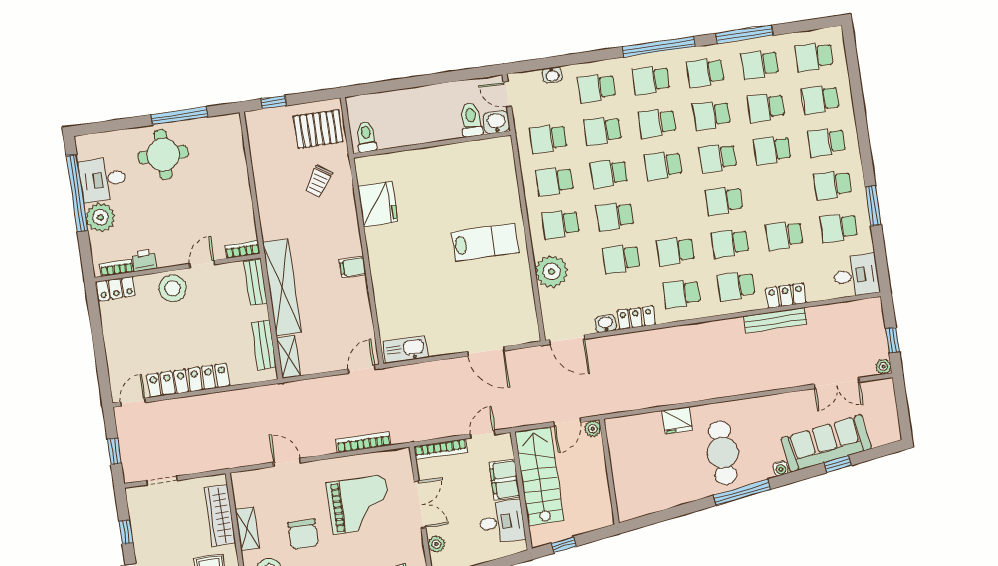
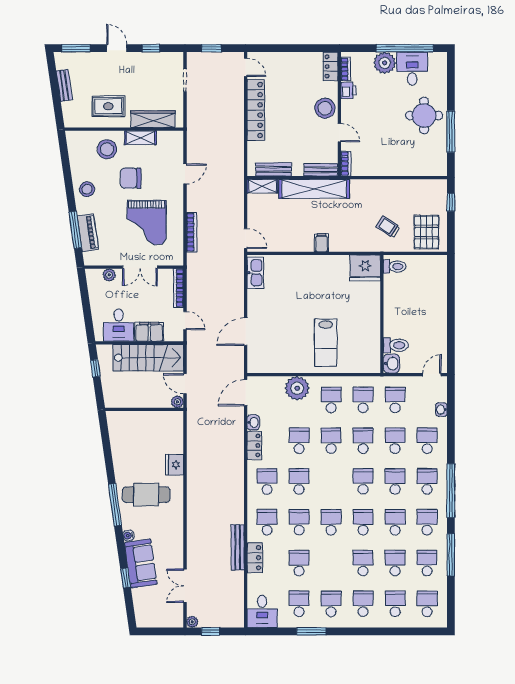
toilet: (471, 120) -> (396, 345), moved
washbasin: (496, 122) -> (391, 364), moved
toilet: (366, 137) -> (395, 266), moved
wall: (432, 144) -> (382, 314), moved
sofa: (826, 443) -> (141, 563), width x0.73

